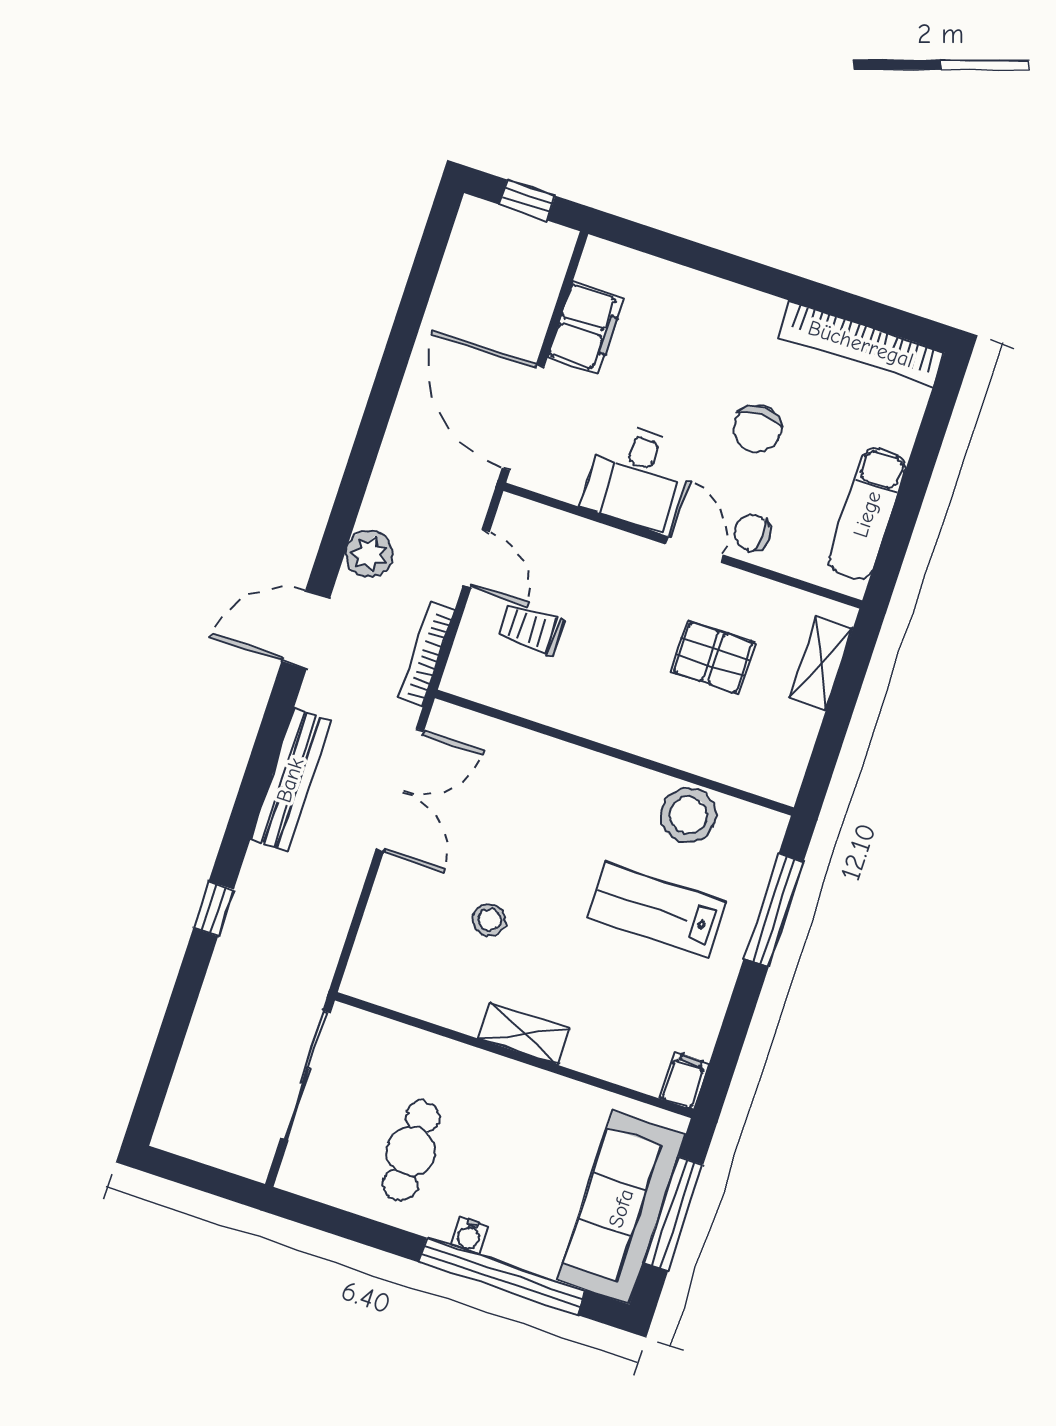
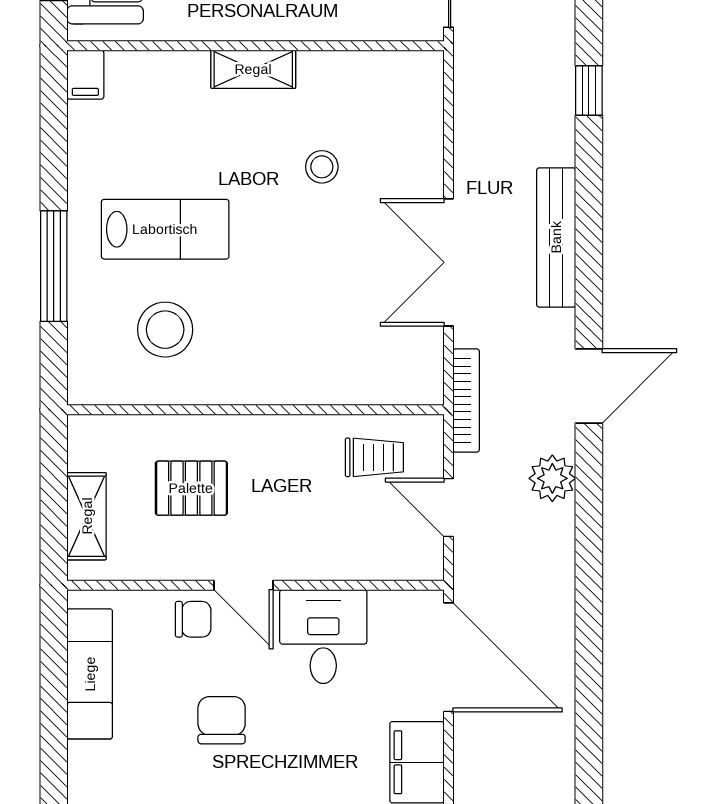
wall: (614, 753) -> (255, 410), moved

